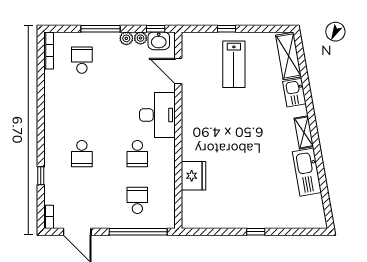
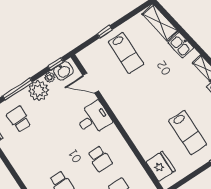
plant: (126, 38) -> (39, 91), width x1.88, depth x1.88
desk: (157, 115) -> (93, 119), width x0.73
fridge: (194, 176) -> (161, 166), moved
lab bench: (243, 185) -> (188, 133), added

